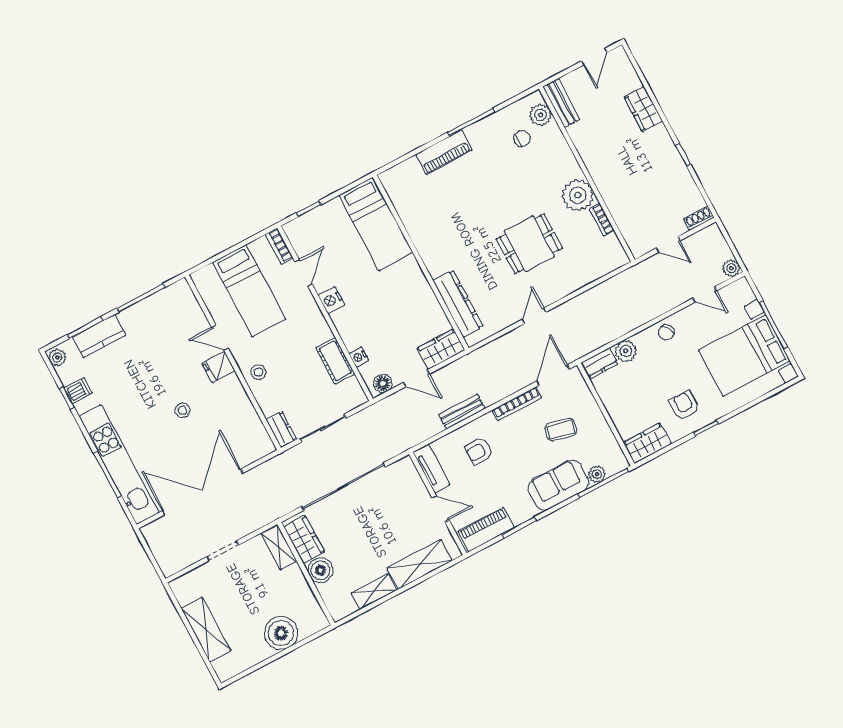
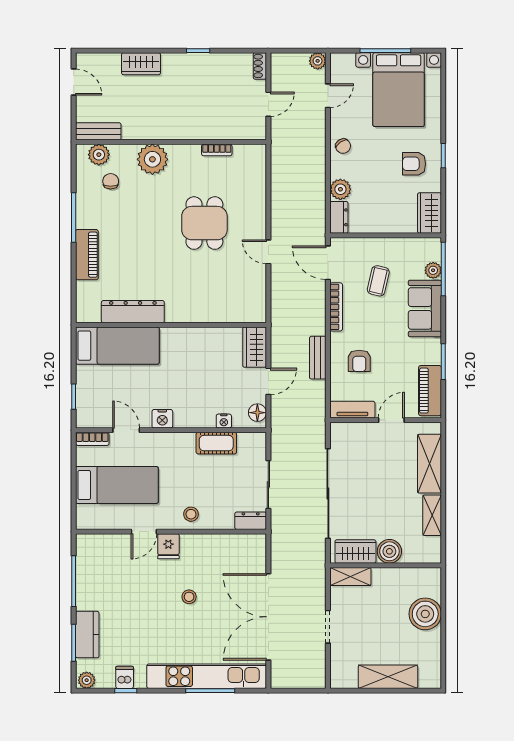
plant: (578, 195) -> (152, 159), moved
dresser: (458, 304) -> (133, 312), moved

